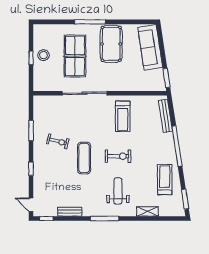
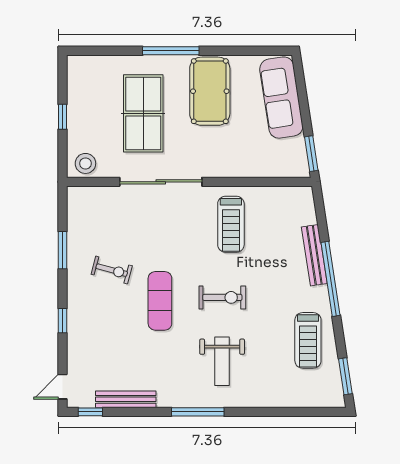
stool: (43, 55) -> (85, 163), moved
bench: (165, 116) -> (314, 255), moved
treadmill: (165, 180) -> (308, 340), turned 180
weight bench: (118, 191) -> (222, 361), turned 180
door: (31, 205) -> (63, 387), hinge flipped
shelving: (147, 211) -> (276, 399), removed
bench: (70, 212) -> (126, 399), width x1.36

